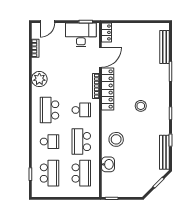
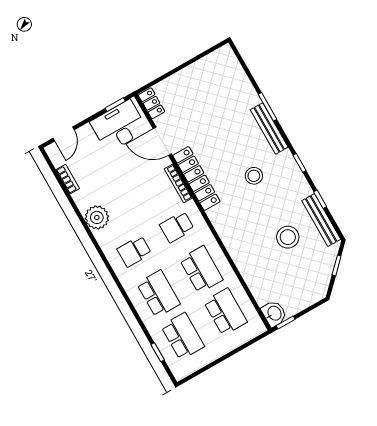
bench: (165, 47) -> (269, 128), moved
door: (100, 57) -> (162, 141), swing flipped
school desk: (49, 110) -> (134, 251), width x0.54
school desk: (81, 110) -> (177, 227), turned 180
stool: (116, 139) -> (288, 237), moved
school desk: (49, 142) -> (158, 294), width x1.85
school desk: (81, 142) -> (201, 269), turned 180
washbasin: (108, 164) -> (274, 313), moved

